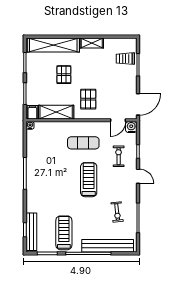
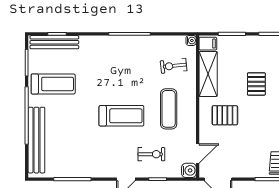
pallet: (64, 75) -> (256, 84), turned 90
door: (118, 120) -> (198, 153), swing flipped
exercise bike: (117, 212) -> (174, 66), moved

